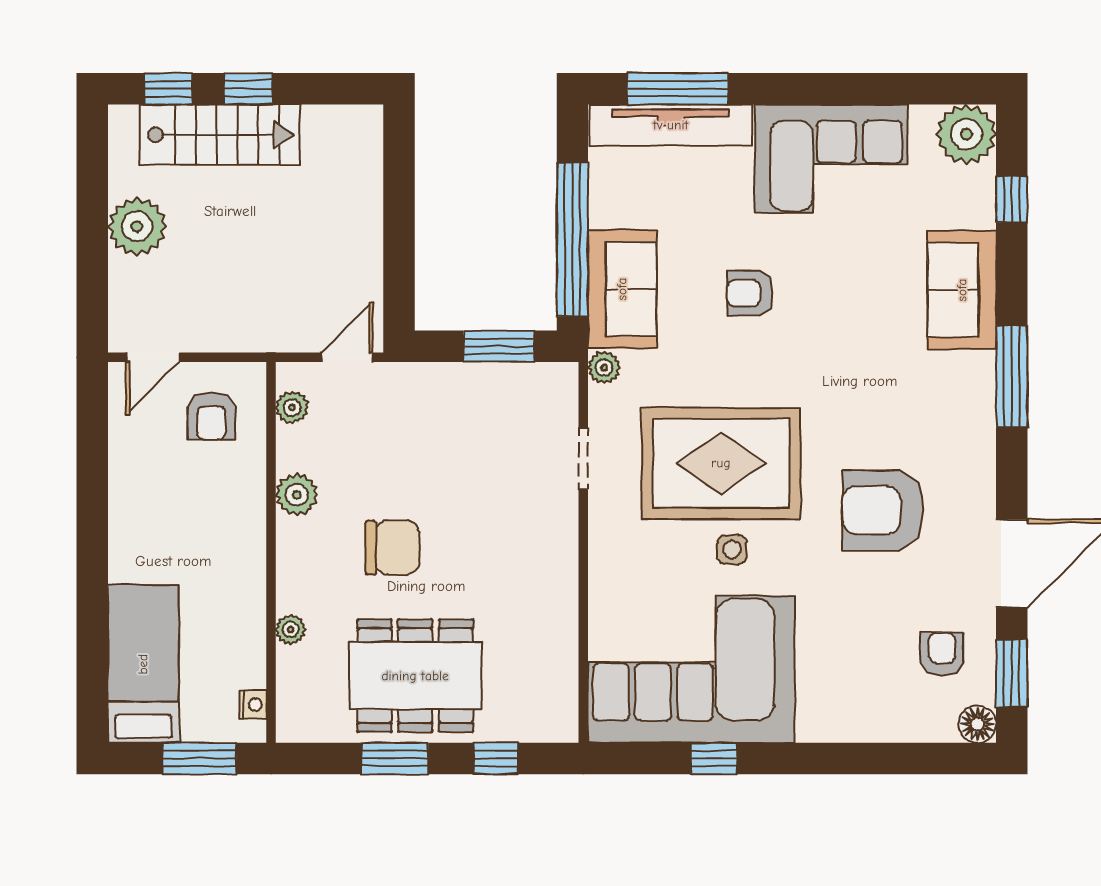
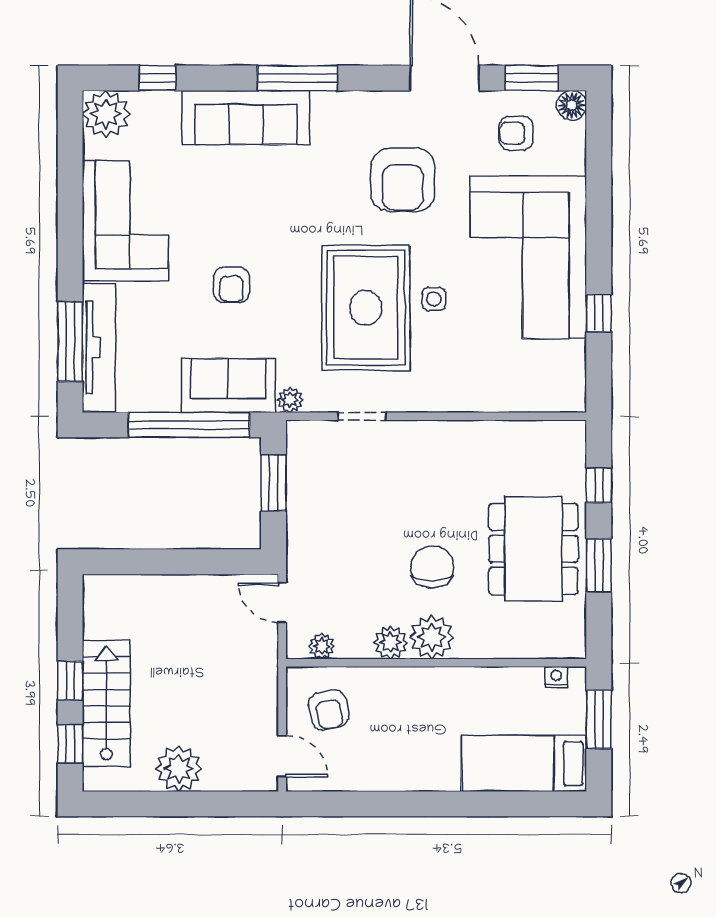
sofa: (962, 290) -> (246, 117), width x1.36
armchair: (211, 416) -> (329, 710), turned 78
plant: (291, 629) -> (432, 637), moved, width x1.87, depth x1.87
corner sofa: (691, 669) -> (528, 257), moved

